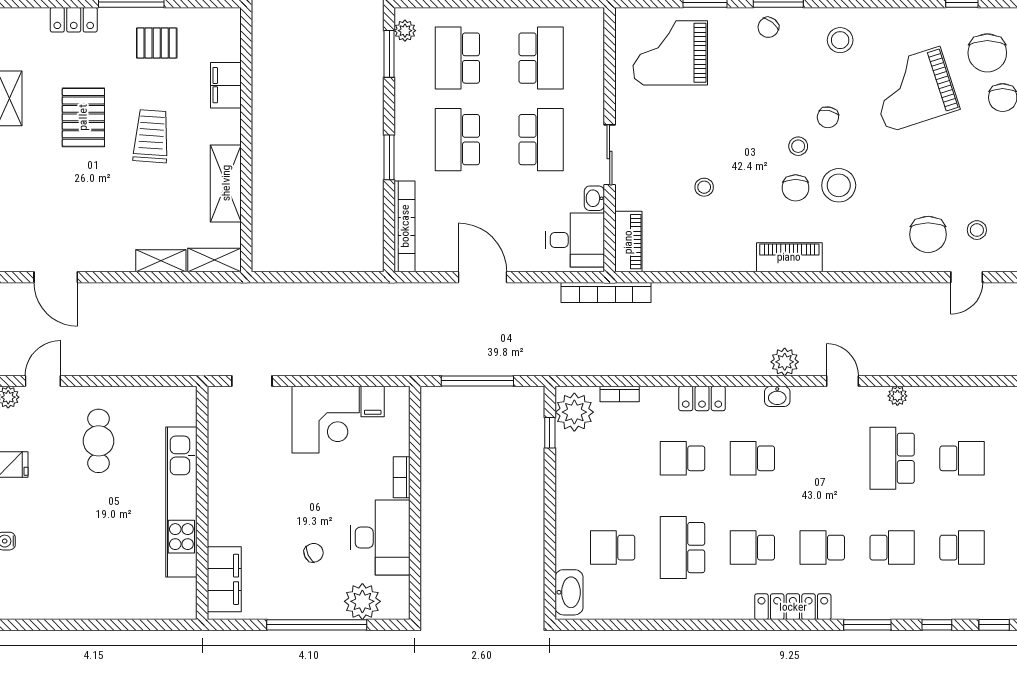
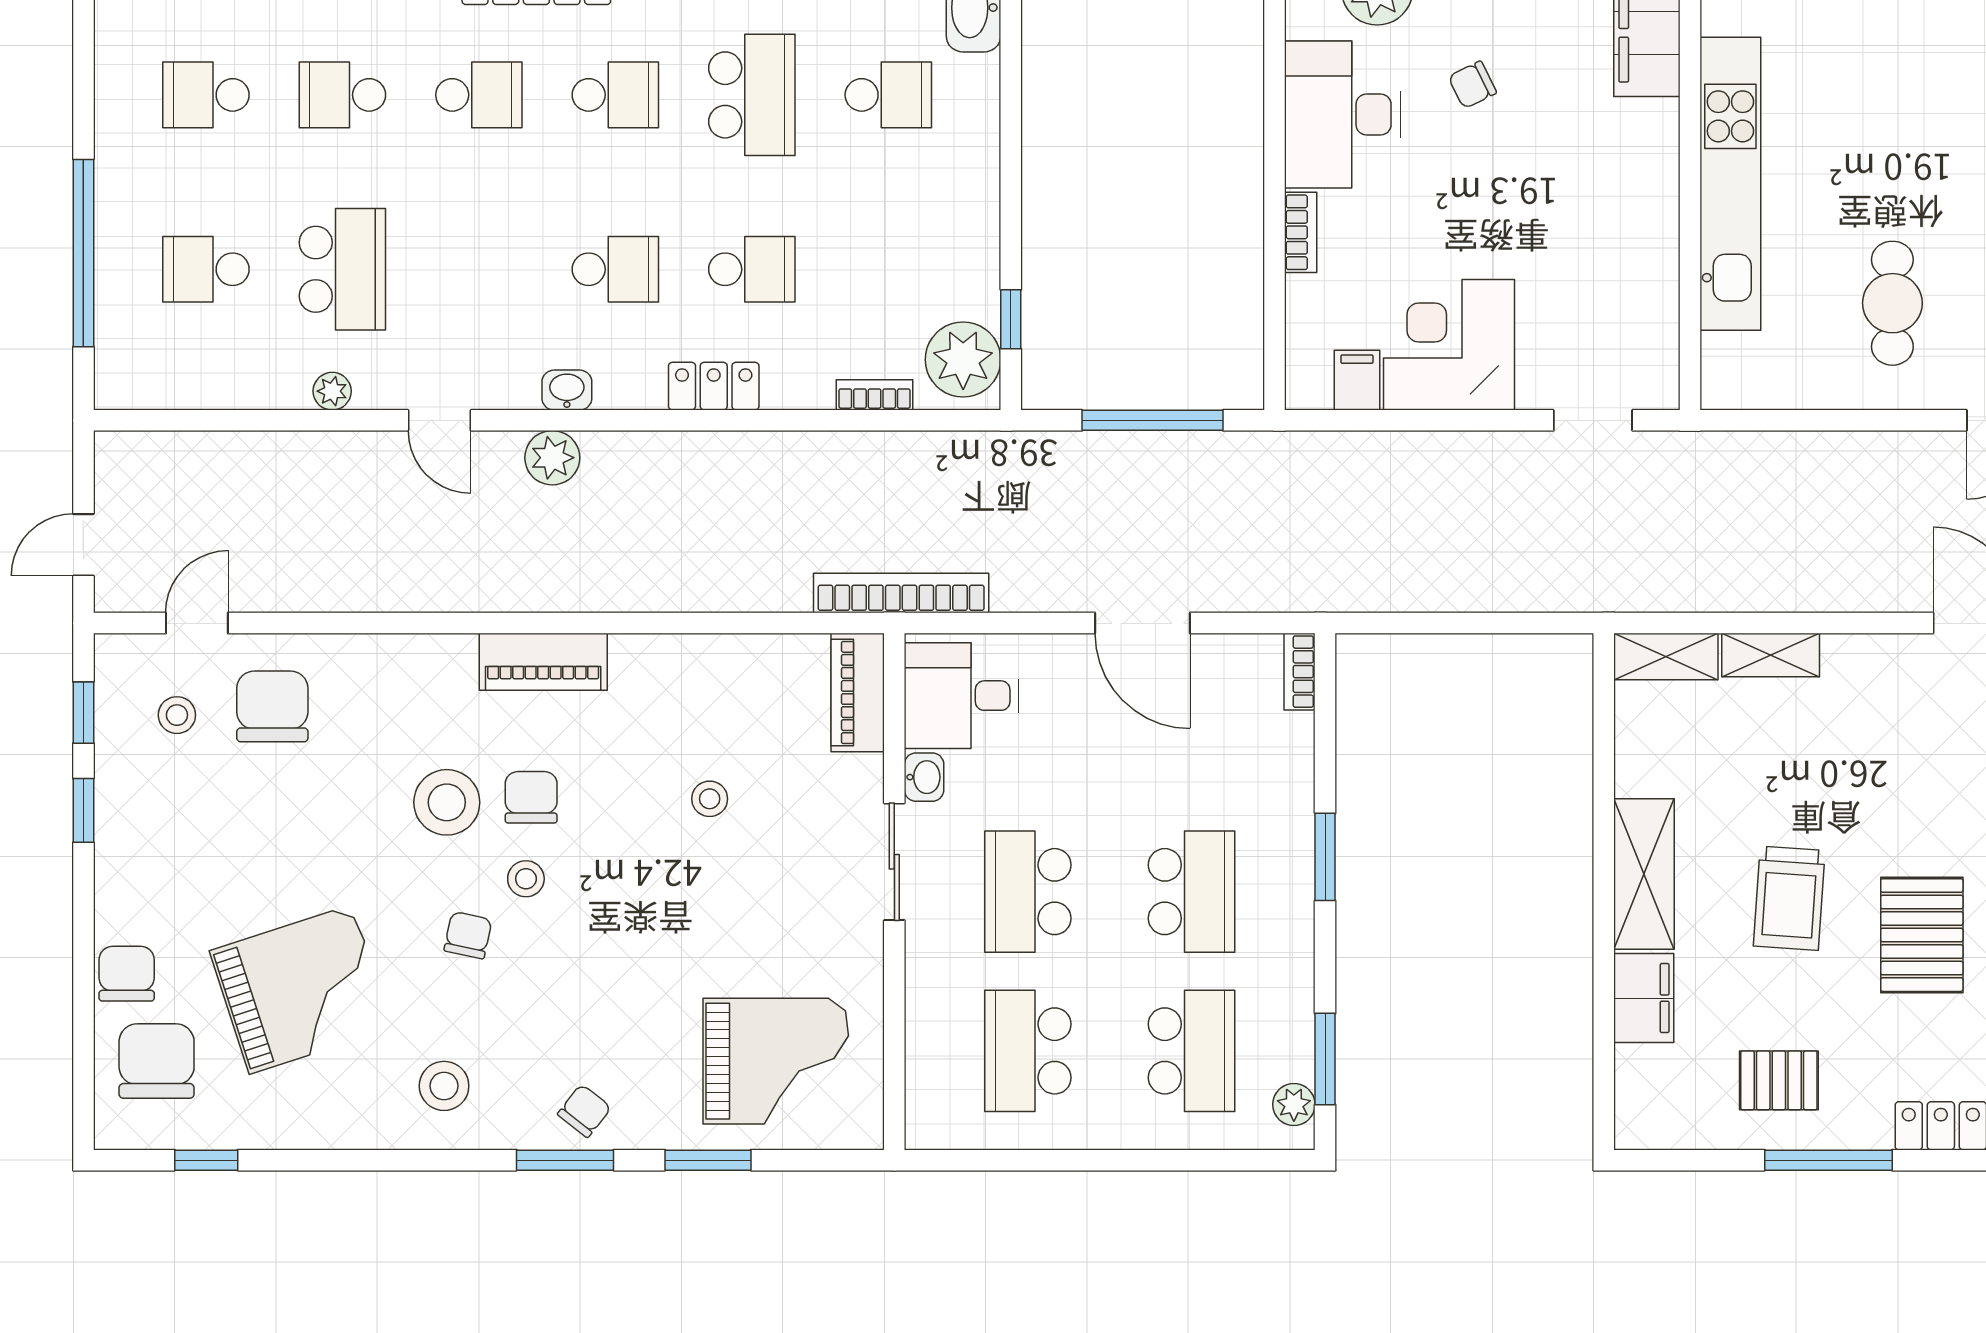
shelving: (226, 183) -> (1644, 874), moved
bookcase: (405, 226) -> (1300, 672), width x0.43, depth x0.76

